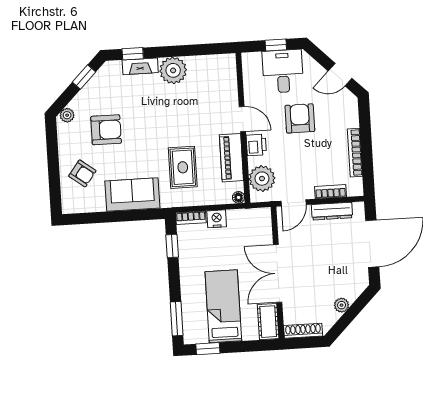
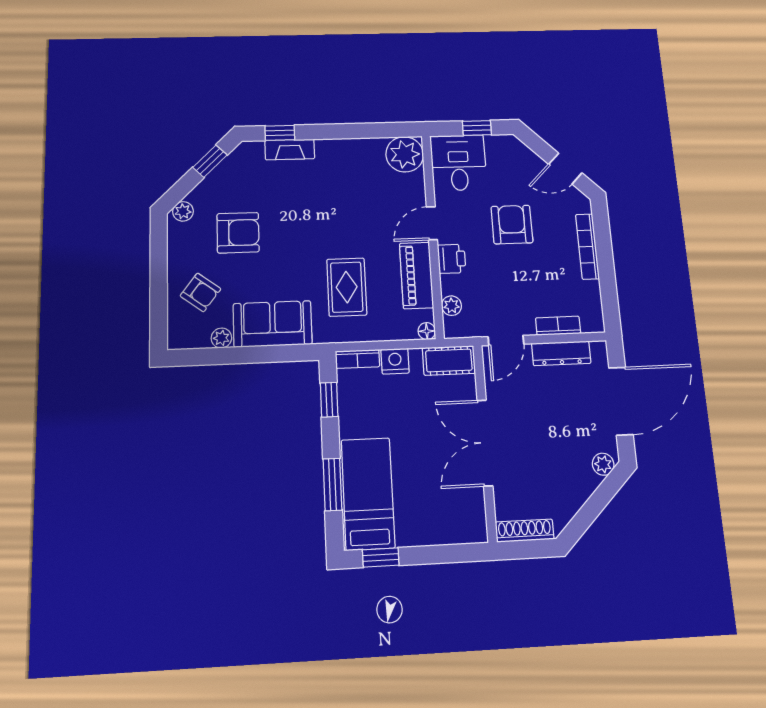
plant: (173, 70) -> (405, 154), moved
desk: (283, 71) -> (459, 163), moved
door: (242, 119) -> (432, 223), swing flipped
bookcase: (355, 153) -> (587, 246), moved
plant: (262, 179) -> (452, 306), width x0.53, depth x0.53
plant: (98, 205) -> (221, 338), added
plant: (342, 305) -> (603, 464), moved
bed: (223, 306) -> (368, 493), moved
window: (177, 319) -> (332, 484), moved
cot: (268, 322) -> (449, 360), moved, turned 90

